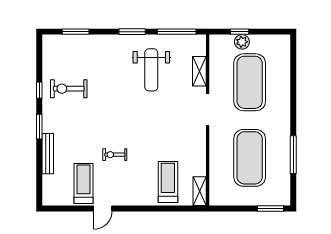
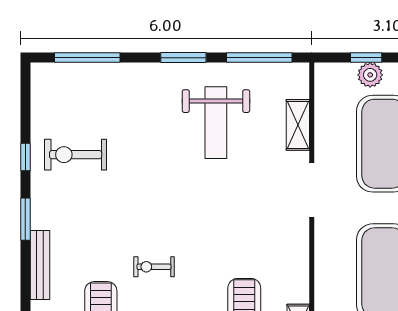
window: (76, 32) -> (87, 58), width x1.44

